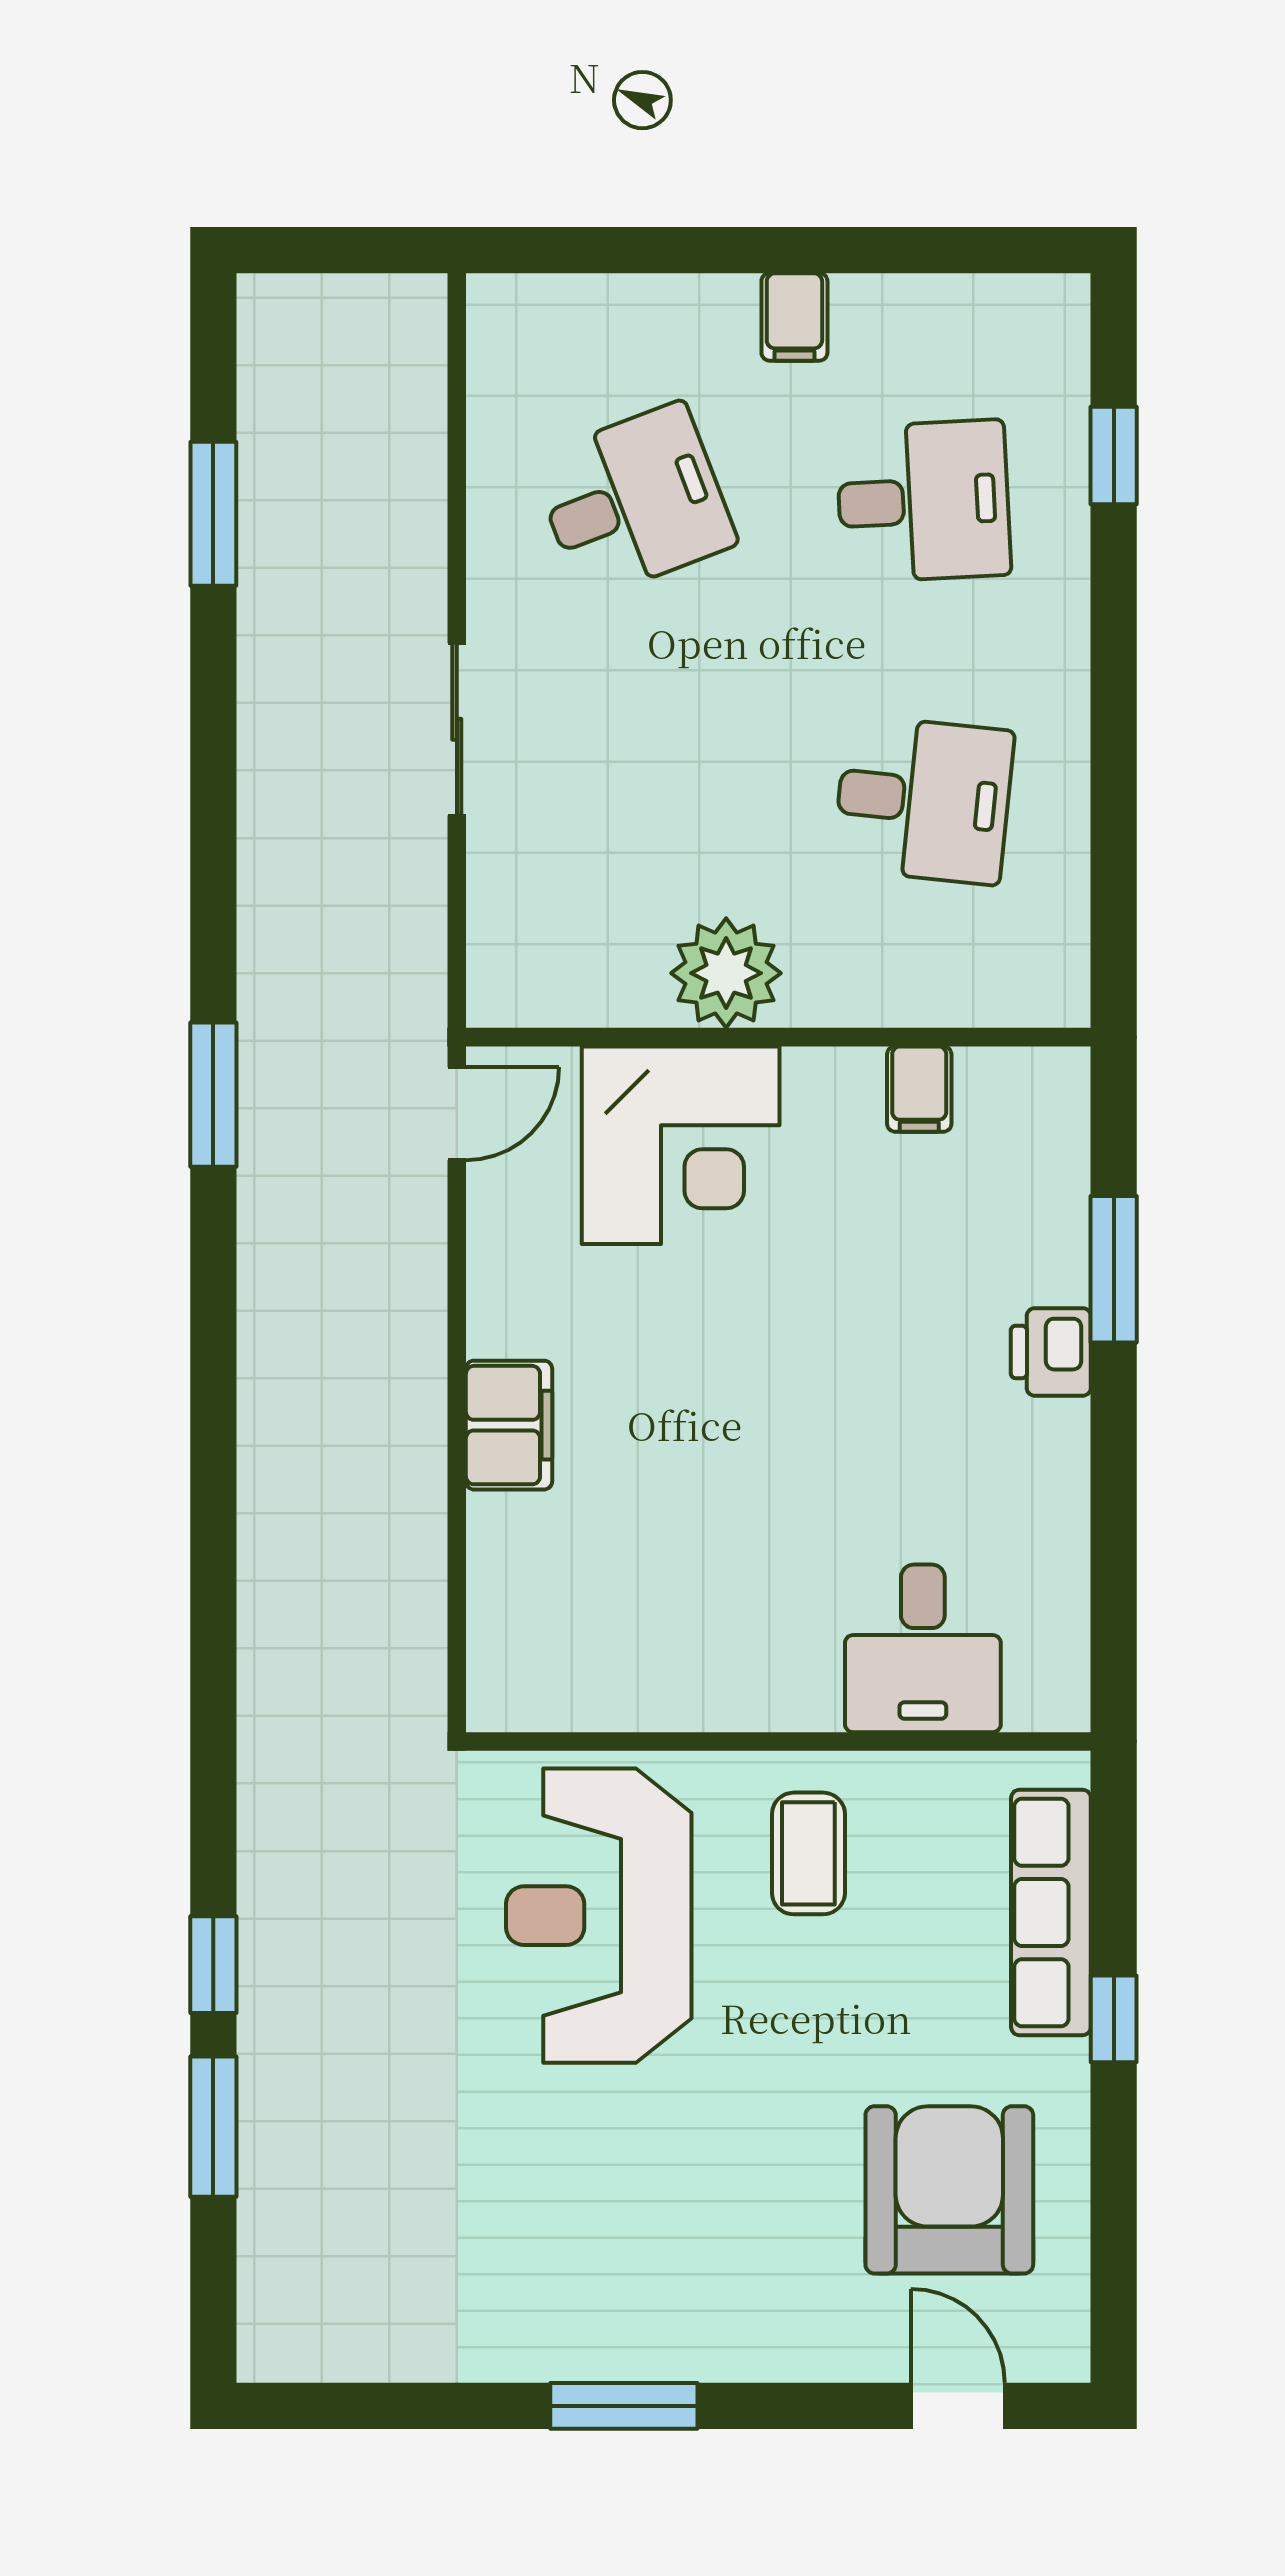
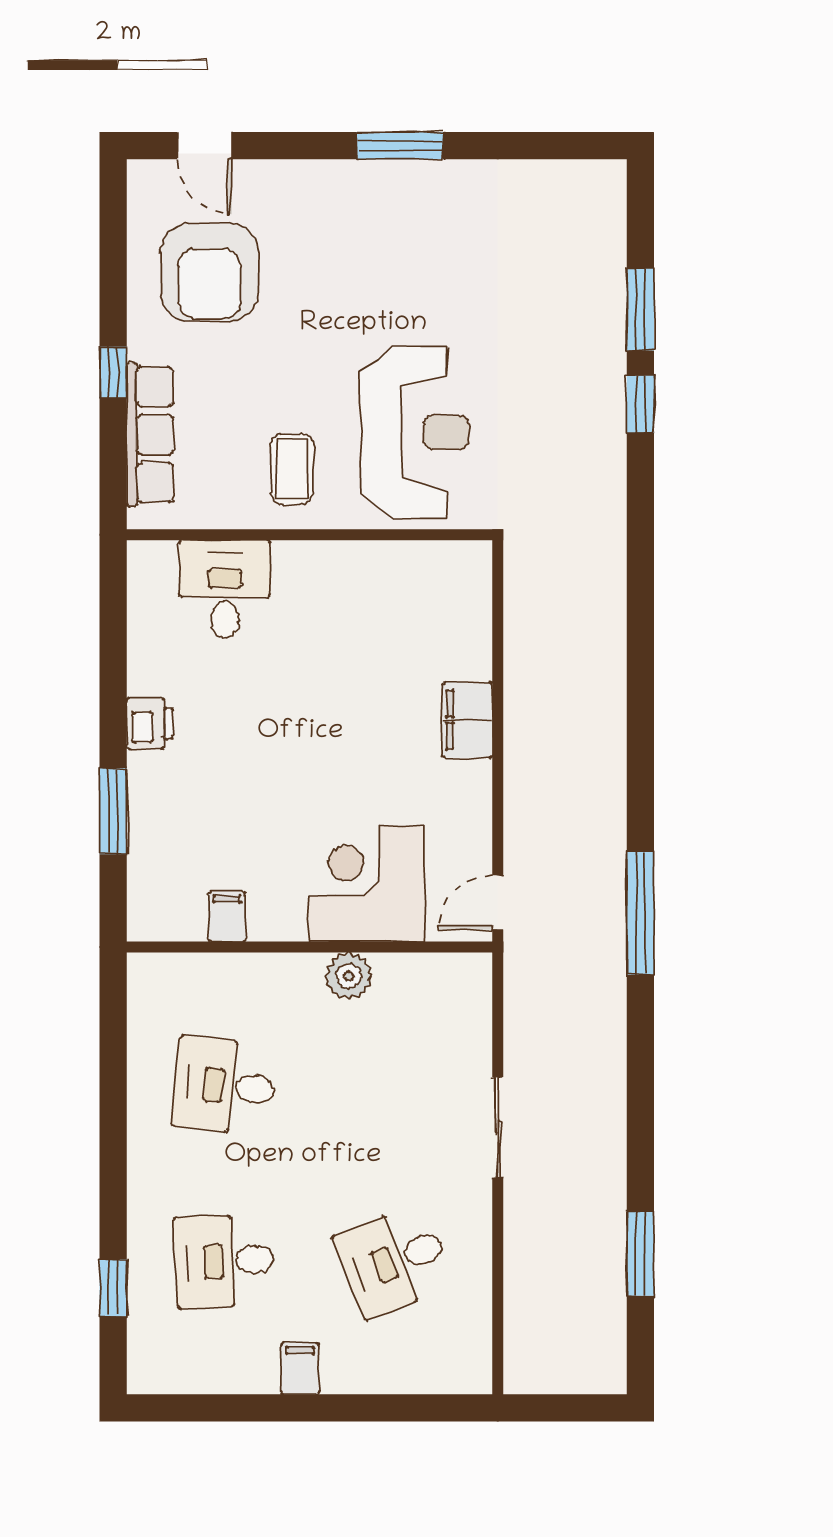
plant: (726, 973) -> (349, 976), width x0.73, depth x0.73
window: (213, 1095) -> (640, 913), width x1.44
printer: (1051, 1352) -> (150, 723), moved

